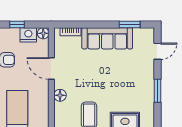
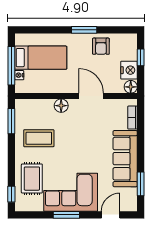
door: (157, 51) -> (111, 215), swing flipped
door: (51, 68) -> (91, 96), hinge flipped
corner sofa: (137, 87) -> (71, 192), added

